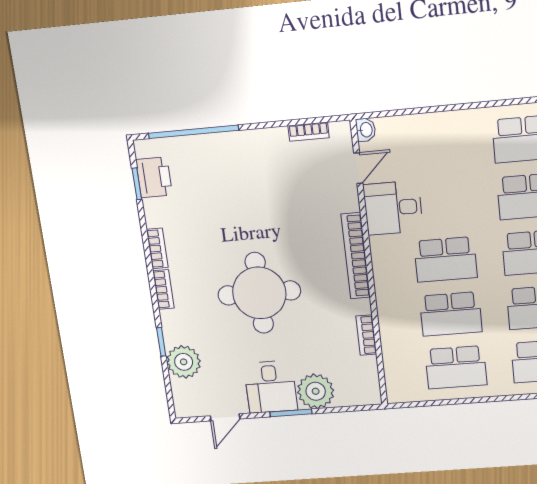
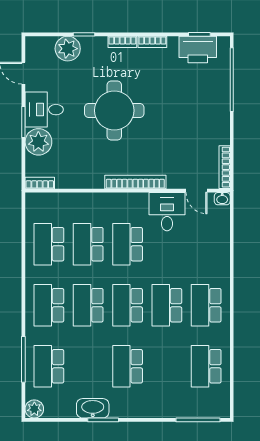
bookcase: (309, 132) -> (225, 167), width x1.56
printer: (154, 177) -> (198, 50), width x1.37, depth x1.19
bookcase: (366, 335) -> (40, 183), moved

